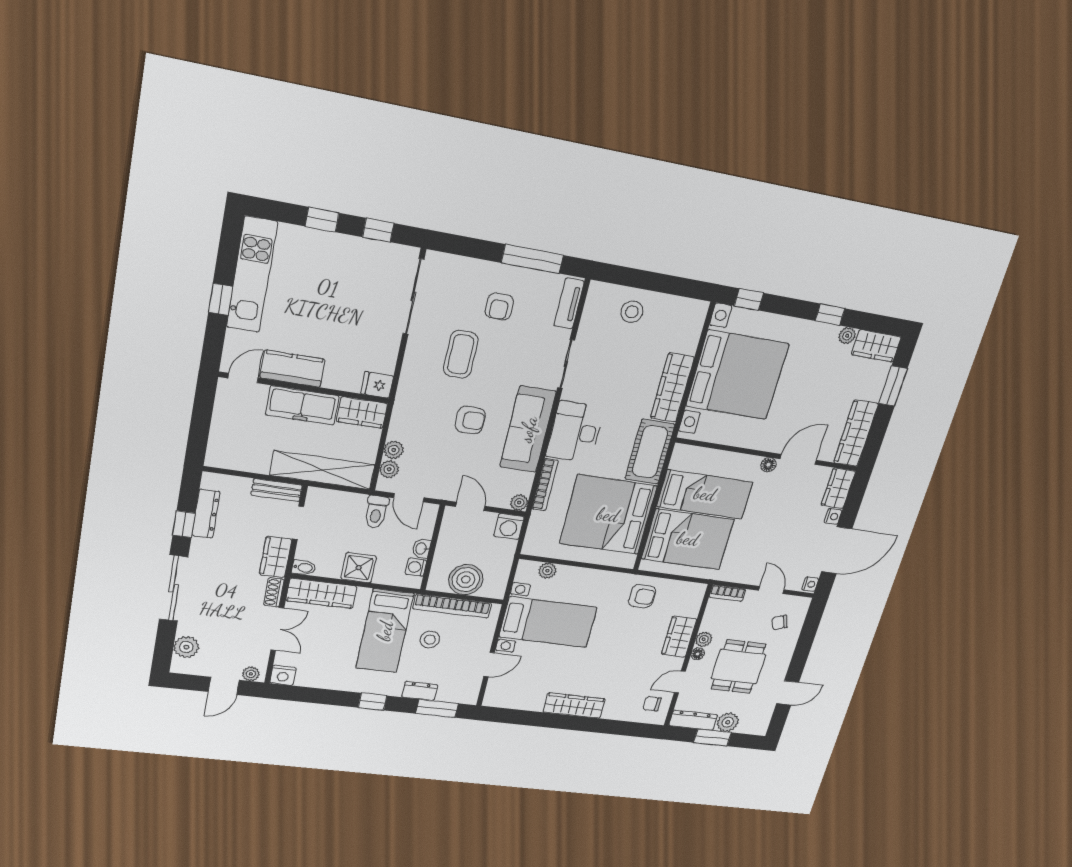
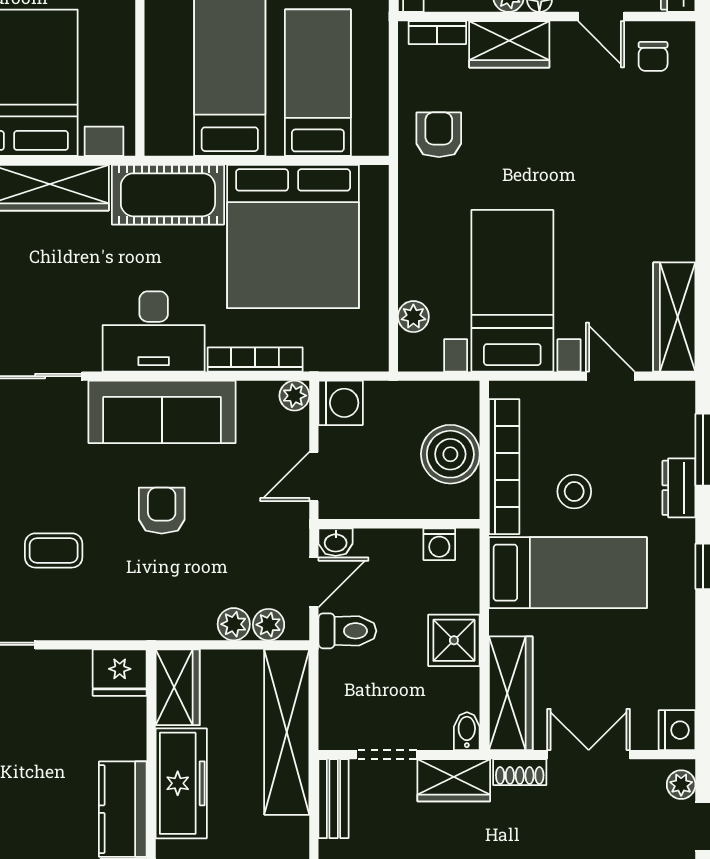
coffee table: (461, 354) -> (54, 550), width x0.73, depth x0.77
fridge: (377, 385) -> (120, 673), width x1.38
bed: (688, 539) -> (318, 83), width x0.67
washbasin: (421, 549) -> (336, 542), moved
bookcase: (696, 603) -> (437, 33), added
wardrobe: (574, 706) -> (674, 317), moved

